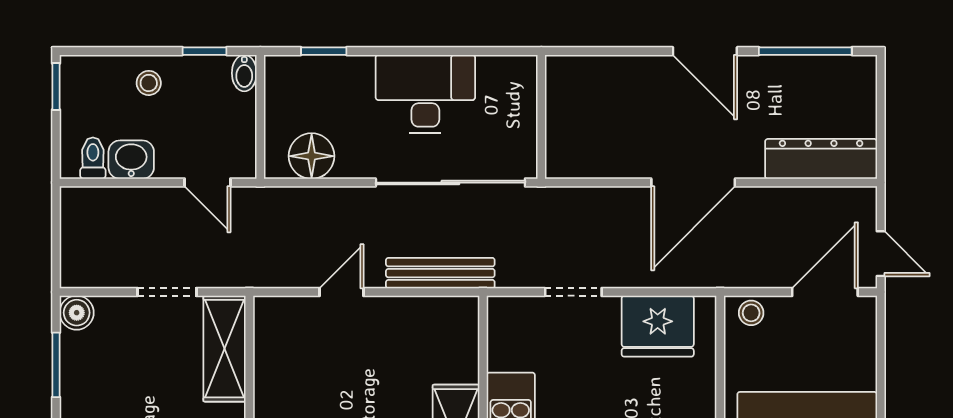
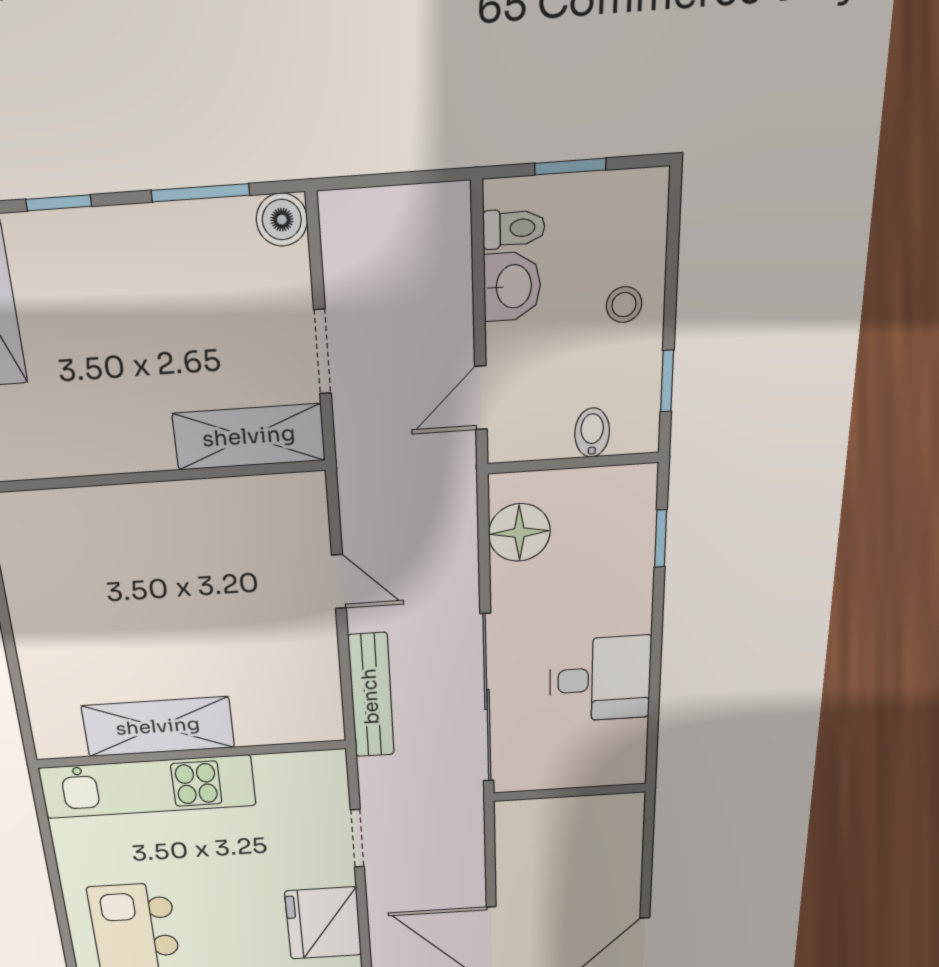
bidet: (244, 73) -> (592, 433), moved, turned 90
window: (56, 87) -> (570, 167), moved
desk: (425, 94) -> (600, 679), width x0.73

